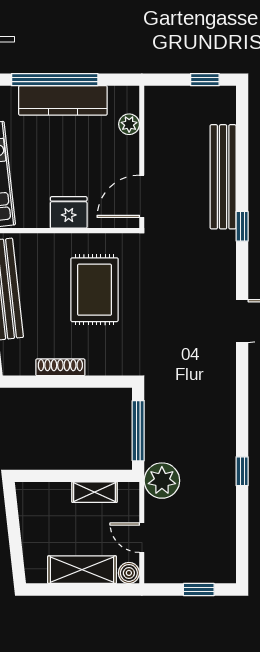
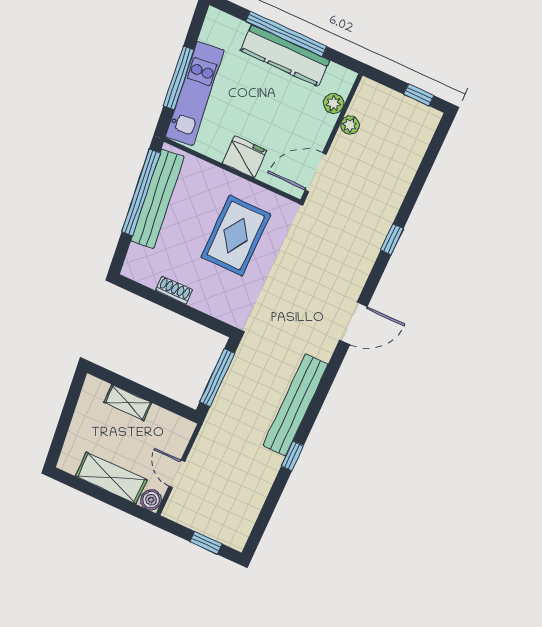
bench: (223, 177) -> (296, 405), moved
shoe rack: (60, 367) -> (174, 290), width x0.70
plant: (162, 481) -> (350, 125), moved, width x0.53, depth x0.53
shelving: (94, 492) -> (128, 403), moved

